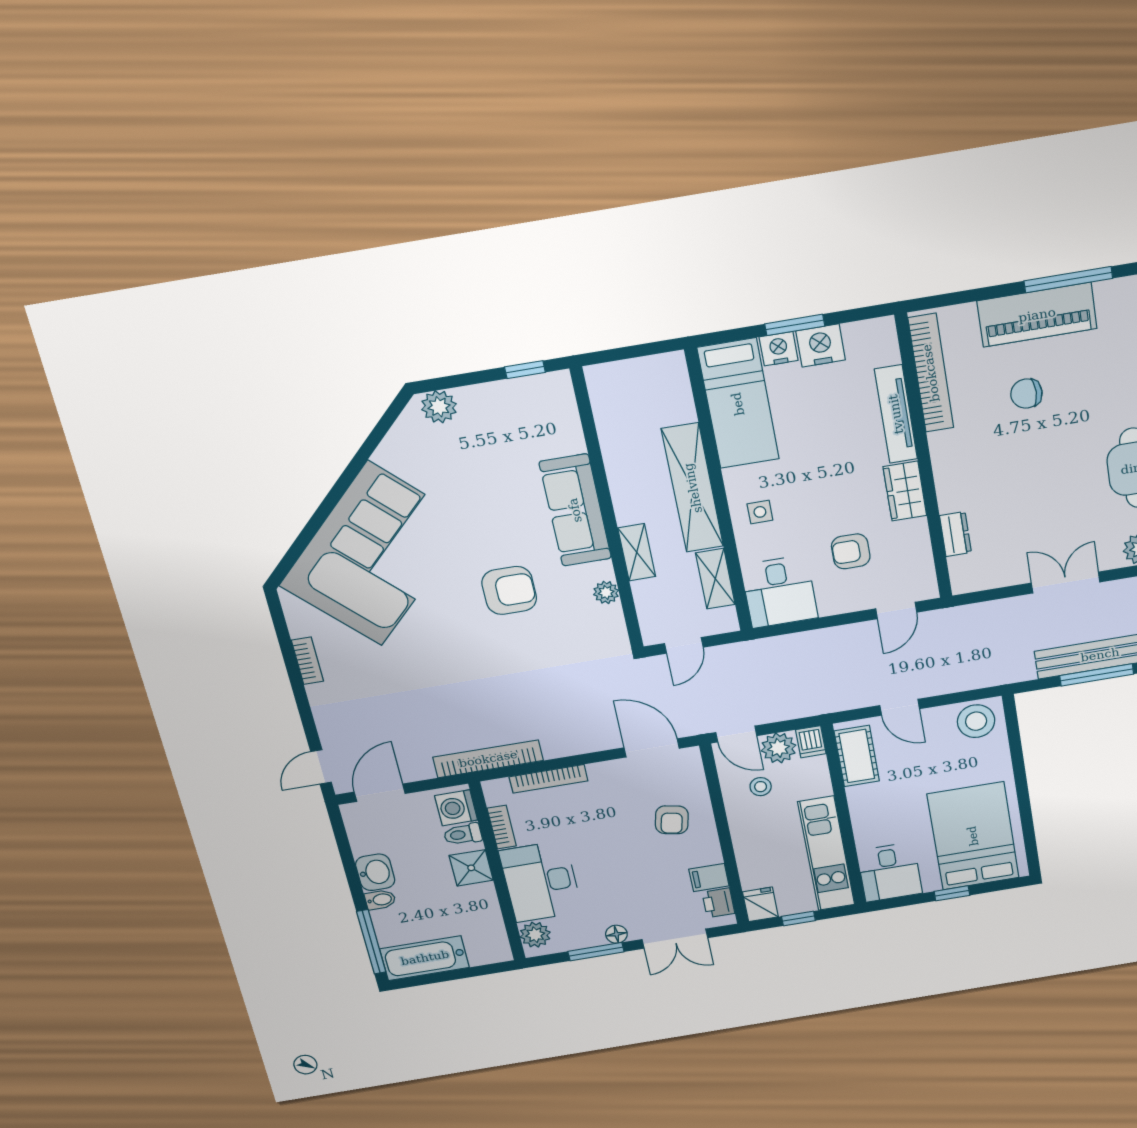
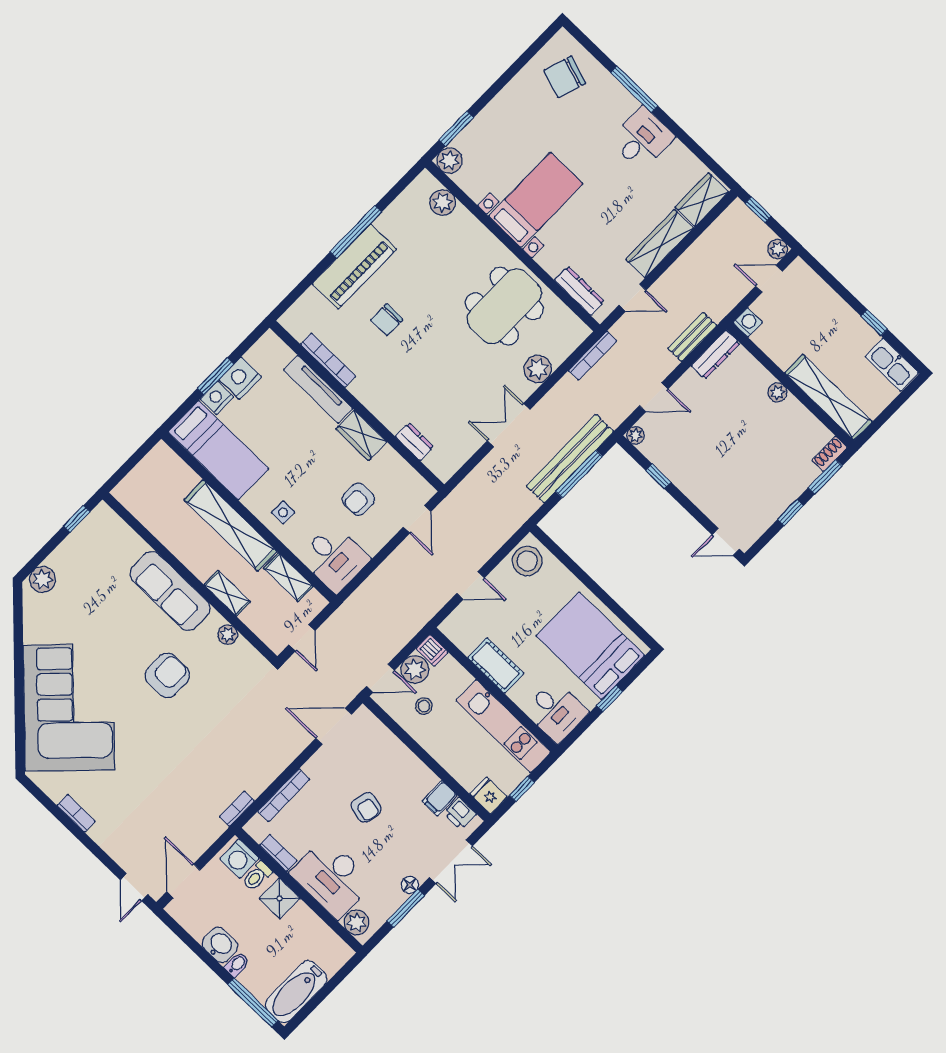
bookcase: (931, 373) -> (328, 360), width x0.68, depth x0.76
cot: (857, 756) -> (496, 666), moved
bookcase: (488, 759) -> (237, 809), width x0.43, depth x0.76
armchair: (672, 820) -> (366, 807), moved

